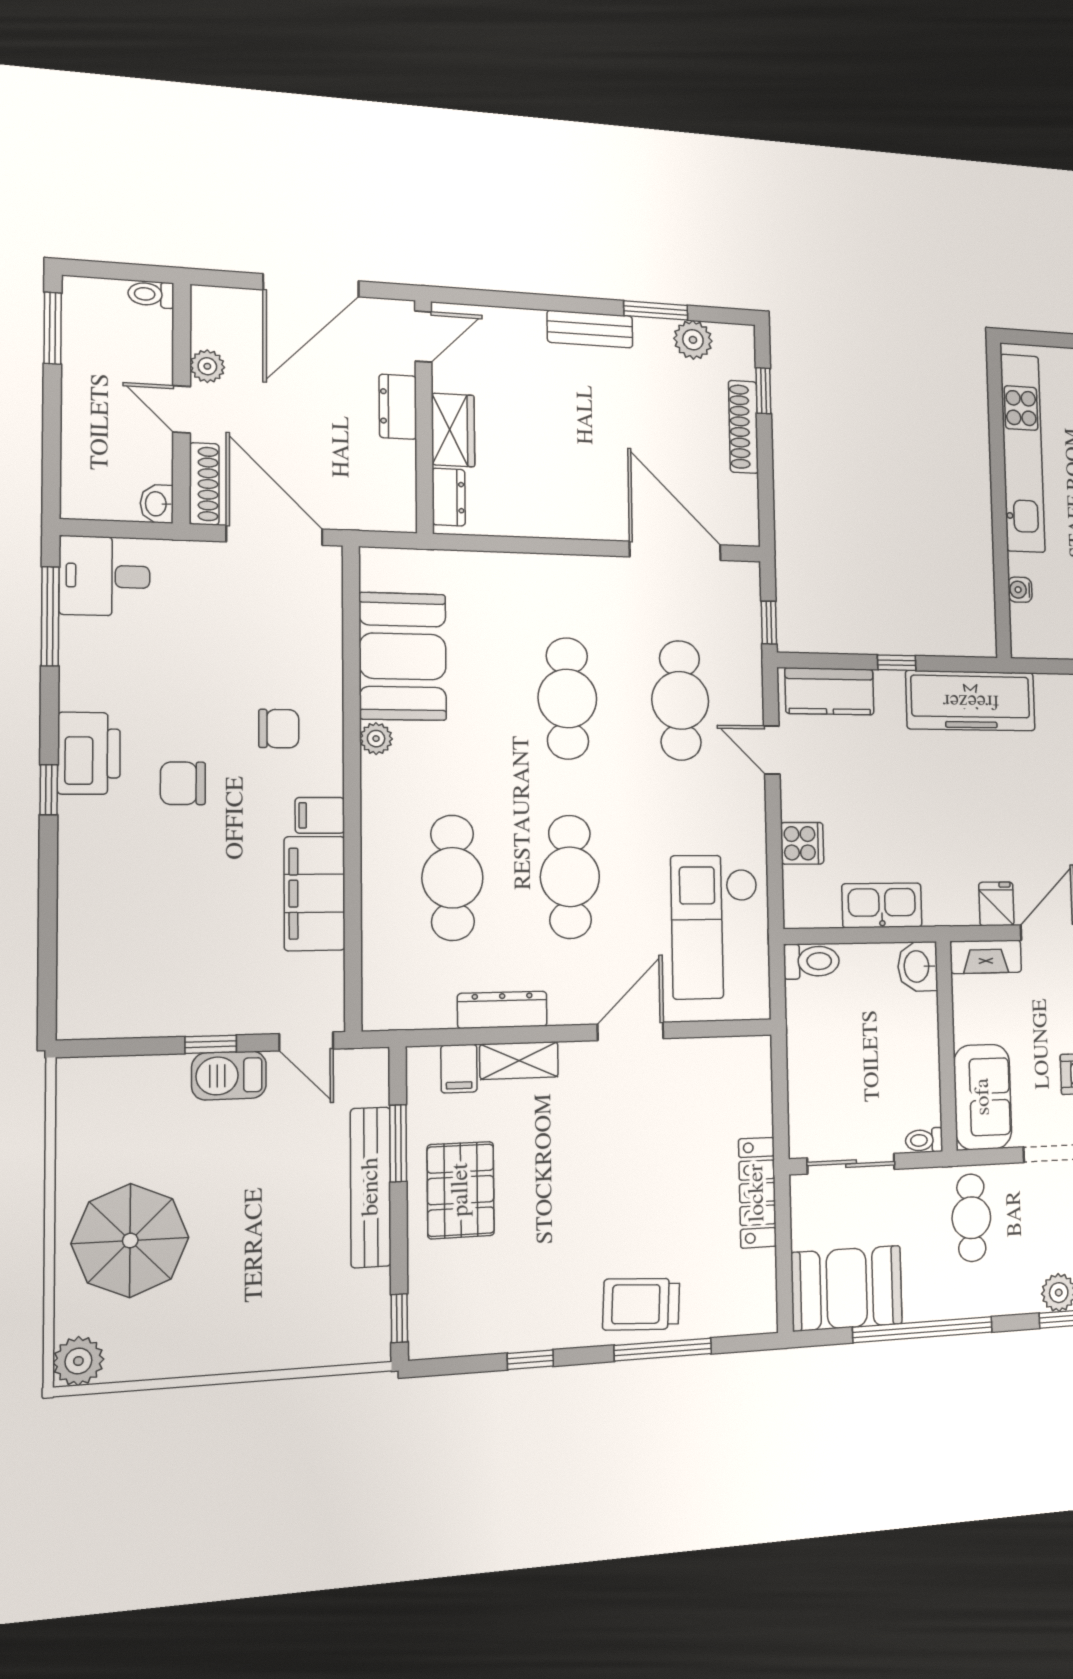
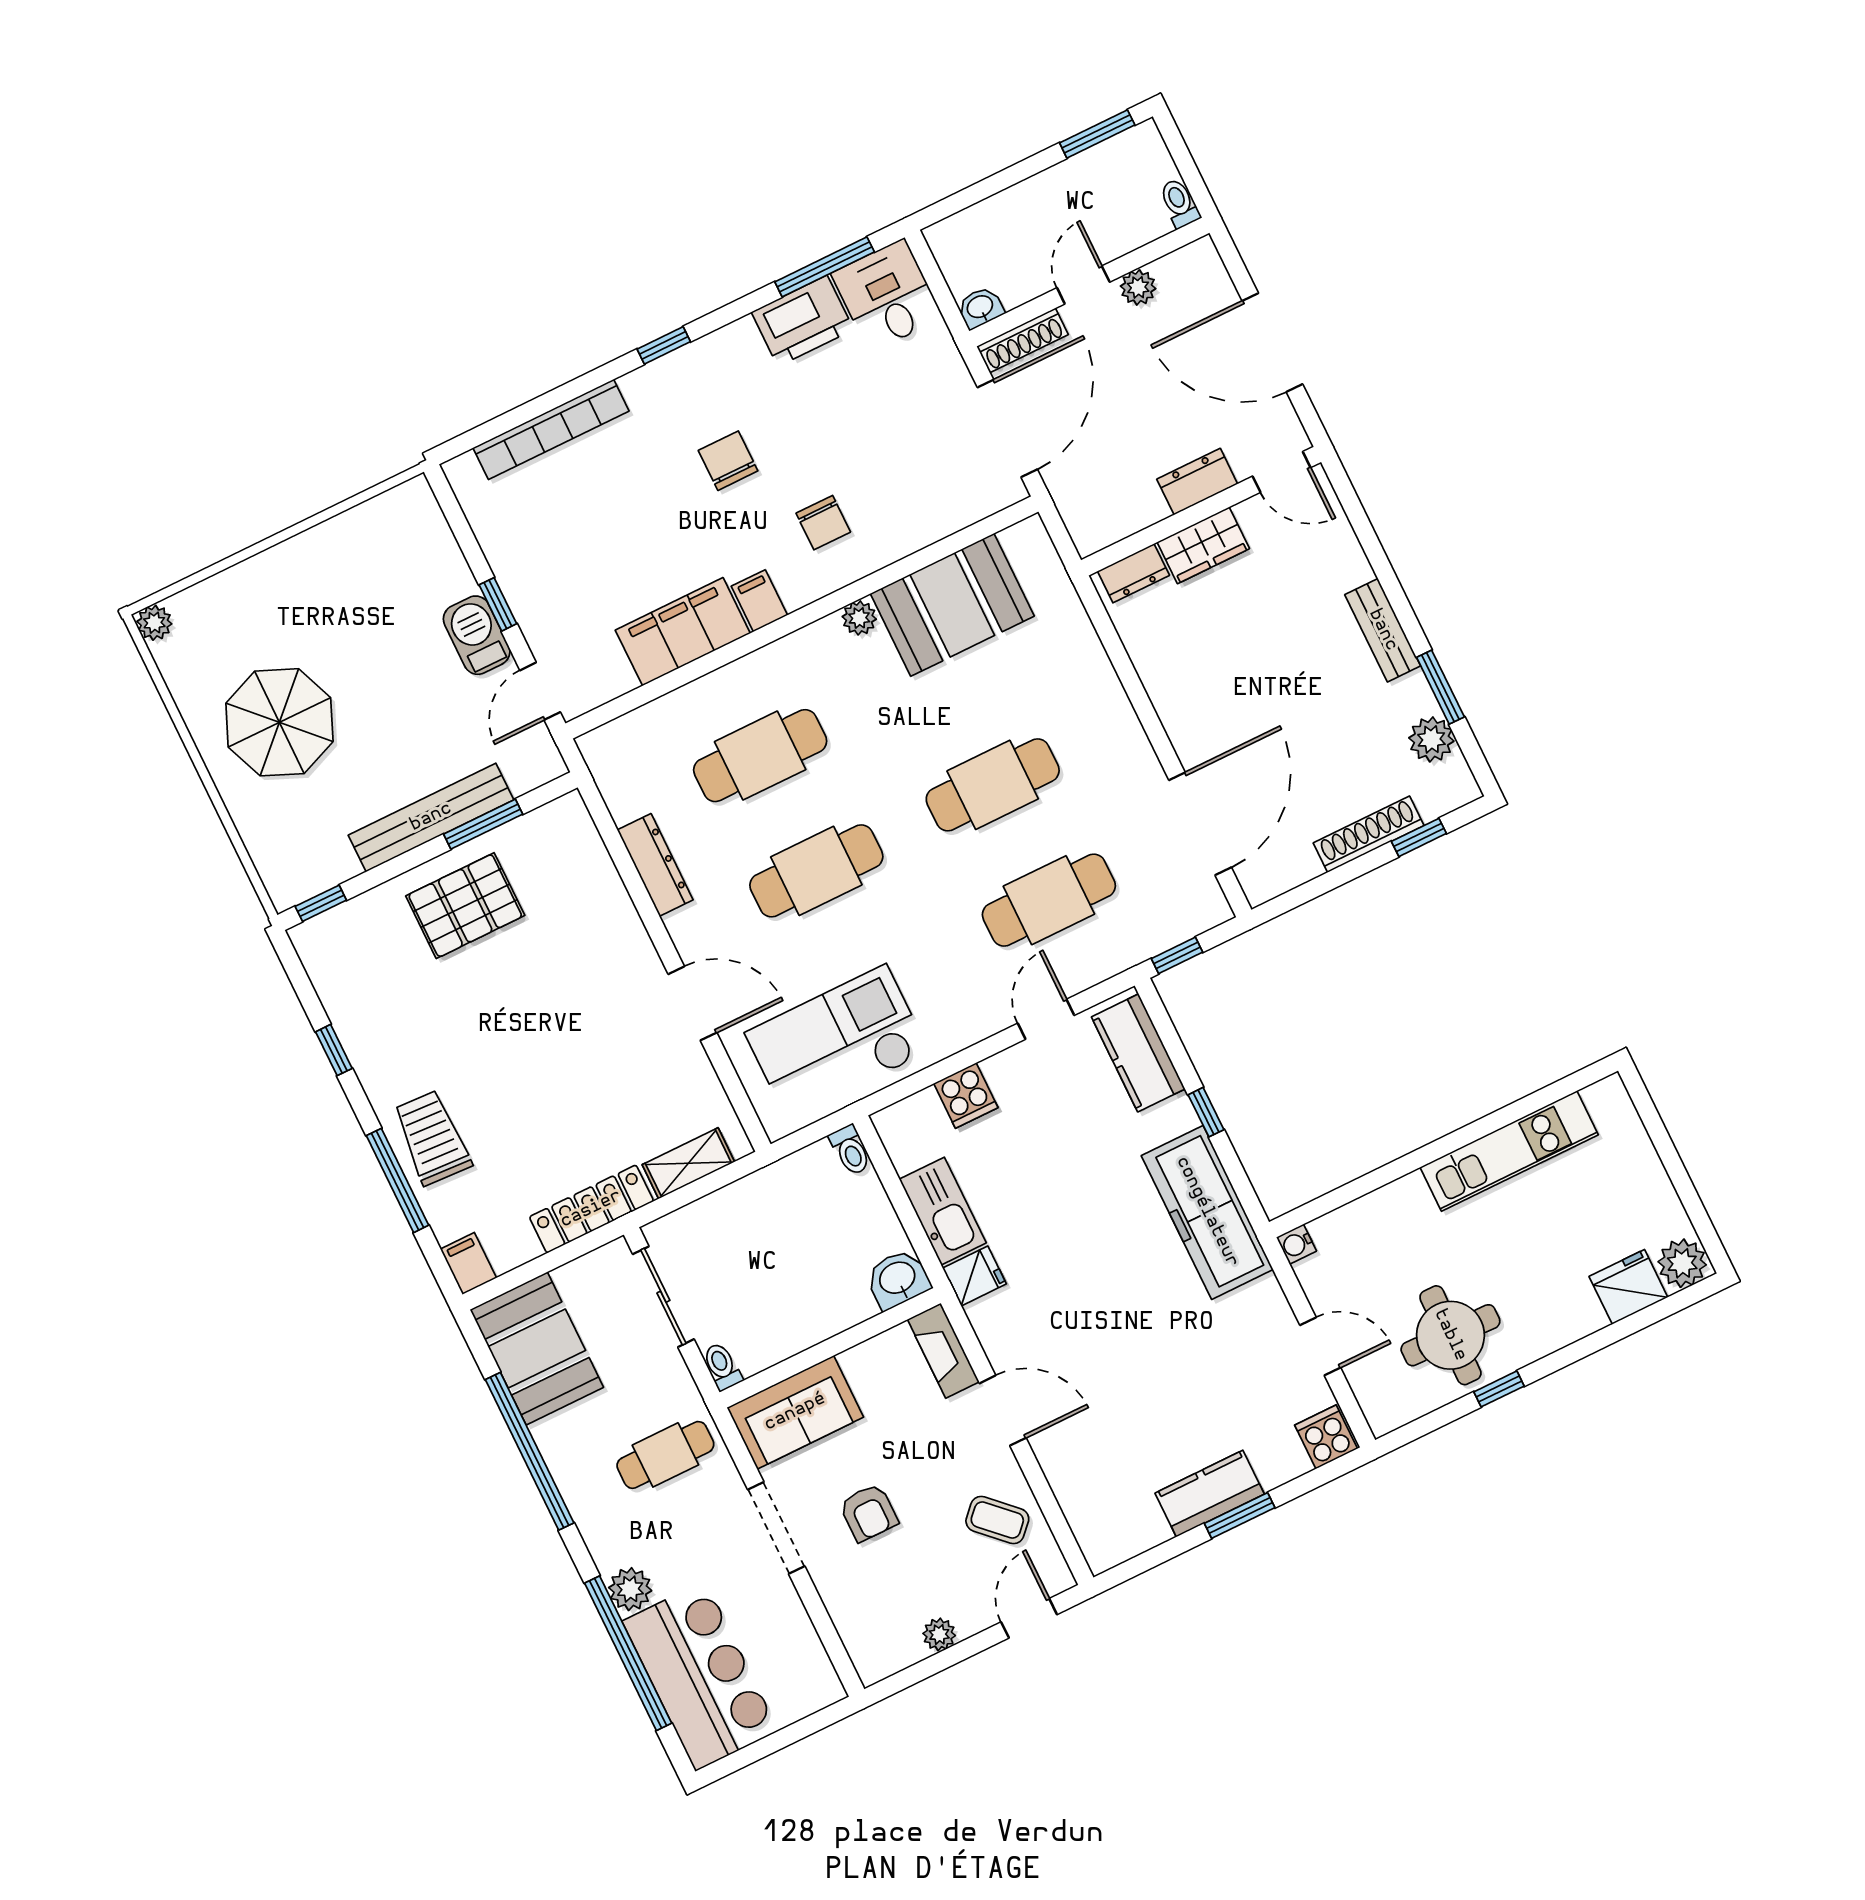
kitchen unit: (1023, 453) -> (1509, 1151), width x0.73
water cooler: (1020, 590) -> (1296, 1244), moved, turned -90
printer: (89, 753) -> (802, 321), moved
fridge: (996, 904) -> (974, 1276), moved
bookcase: (75, 925) -> (551, 429), added
toilet: (812, 961) -> (850, 1150), width x0.73, depth x0.72
shelving: (519, 1061) -> (688, 1163), moved, turned 90
filing cabinet: (459, 1069) -> (468, 1263), moved, turned 90
parasol: (130, 1241) -> (279, 722), moved
plant: (78, 1361) -> (154, 623), width x0.73, depth x0.73

